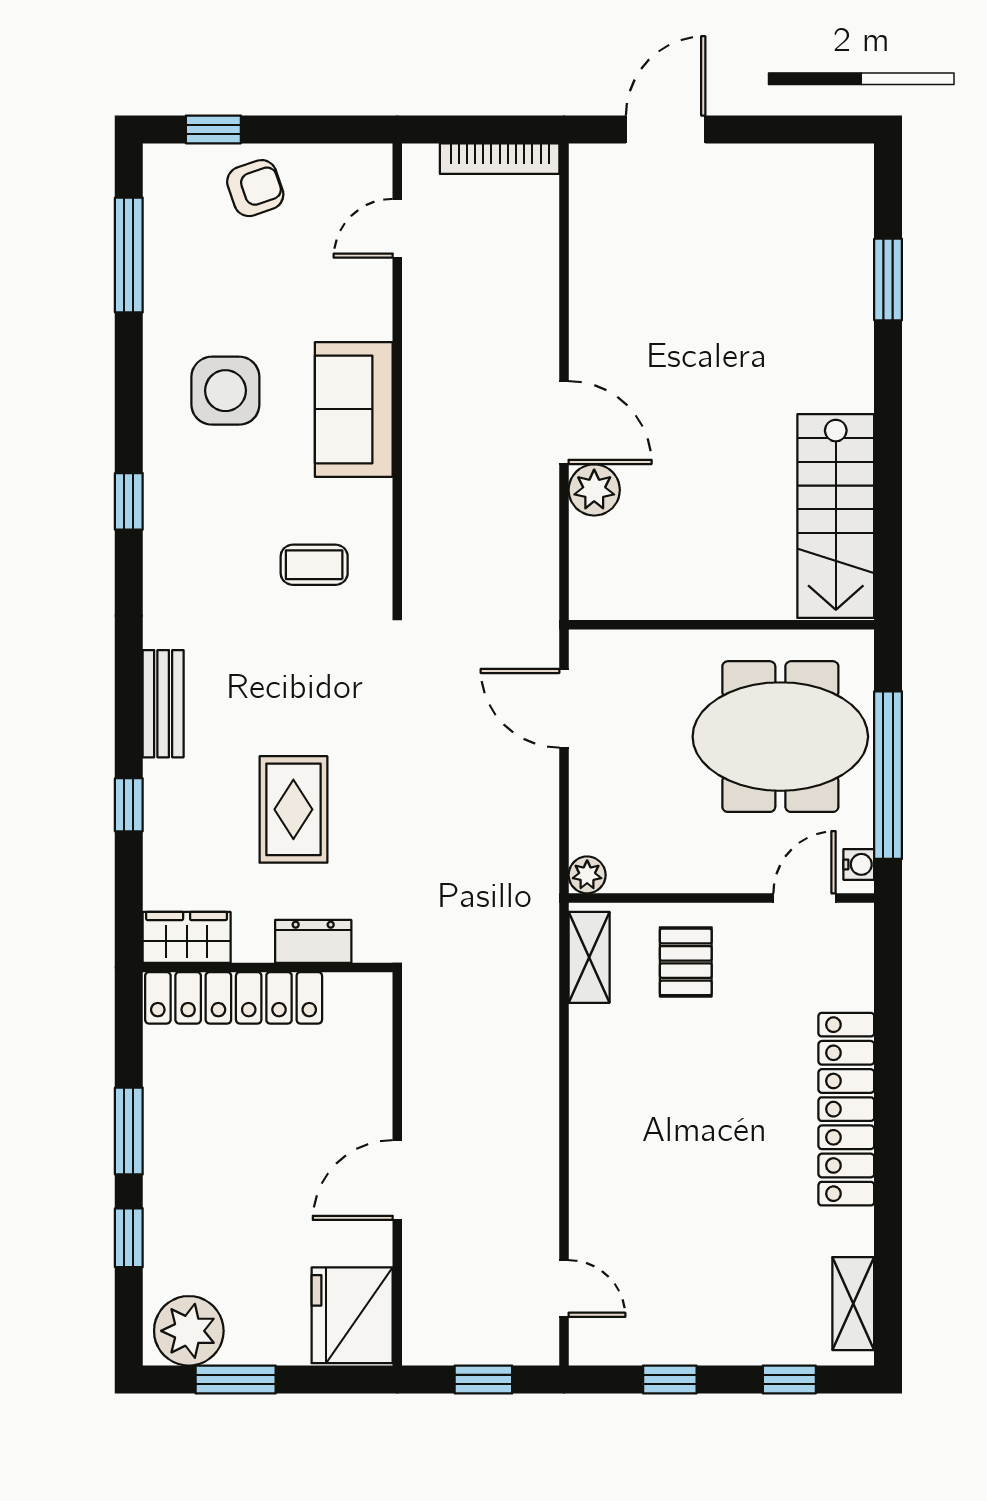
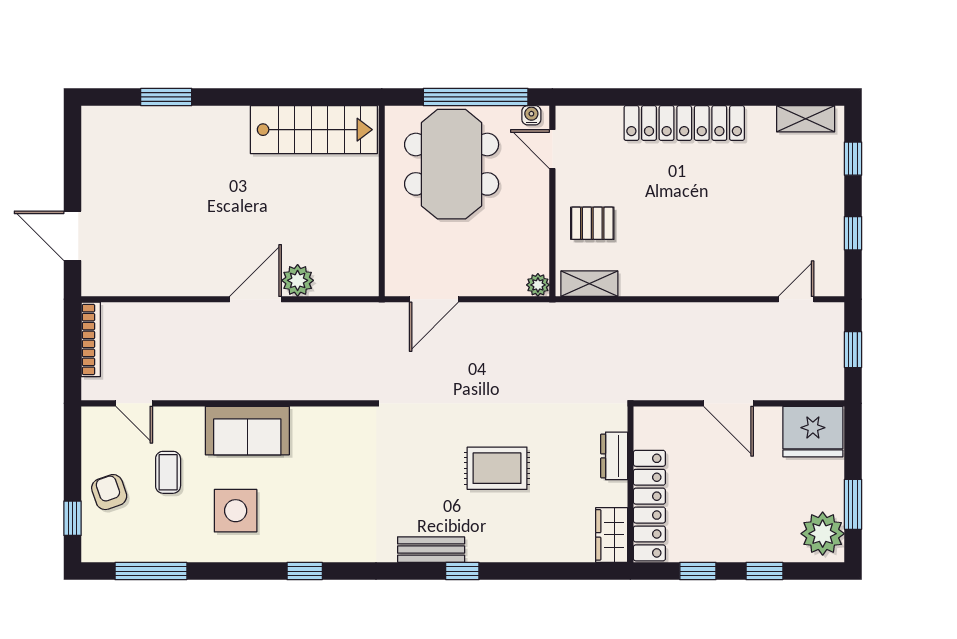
coffee table: (314, 565) -> (168, 472), moved
window: (129, 805) -> (462, 571), moved
wardrobe: (187, 937) -> (612, 535), moved
dresser: (313, 941) -> (614, 456), moved
wall: (268, 967) -> (630, 484), moved
locker: (234, 998) -> (649, 506), moved
window: (129, 1131) -> (698, 571), width x0.67

